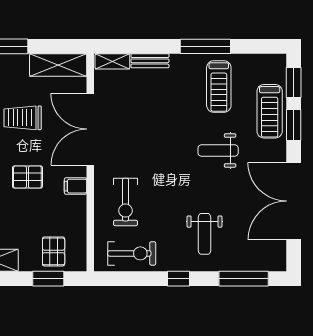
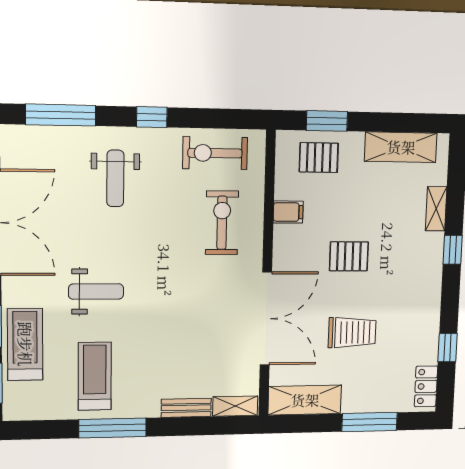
filing cabinet: (76, 186) -> (288, 212), moved
weight bench: (205, 234) -> (115, 178), turned 180
pallet: (54, 251) -> (319, 158), turned 90

